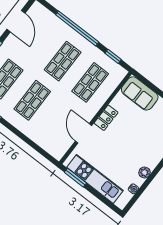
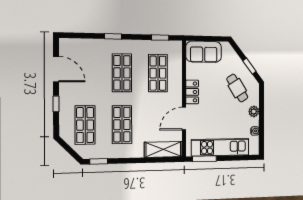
window: (77, 28) -> (113, 36), width x0.32
door: (83, 133) -> (184, 119), hinge flipped
cafe table: (145, 143) -> (237, 88), added
shelving: (49, 144) -> (163, 149), added

